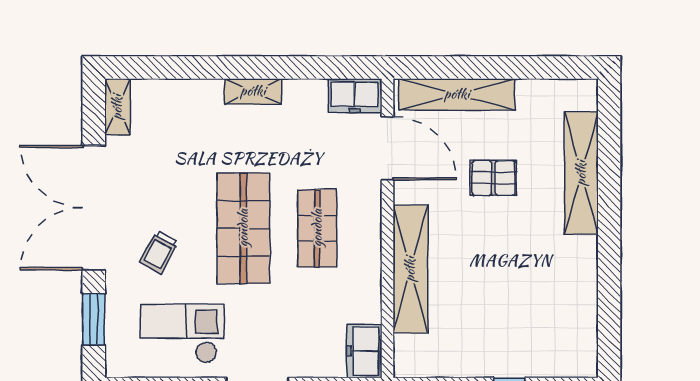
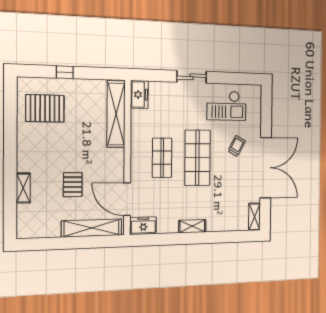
shelving: (581, 173) -> (23, 188), width x0.45, depth x0.75
pallet: (494, 178) -> (73, 185), turned 90
shelving: (410, 269) -> (116, 114), moved
window: (94, 319) -> (266, 113), removed
pallet: (546, 321) -> (45, 108), added

